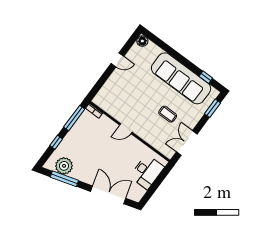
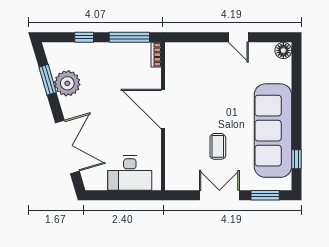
door: (126, 129) -> (163, 109), width x1.88
double door: (187, 143) -> (219, 195), moved
plant: (64, 166) -> (67, 83), moved
window: (64, 179) -> (48, 80), width x0.69

